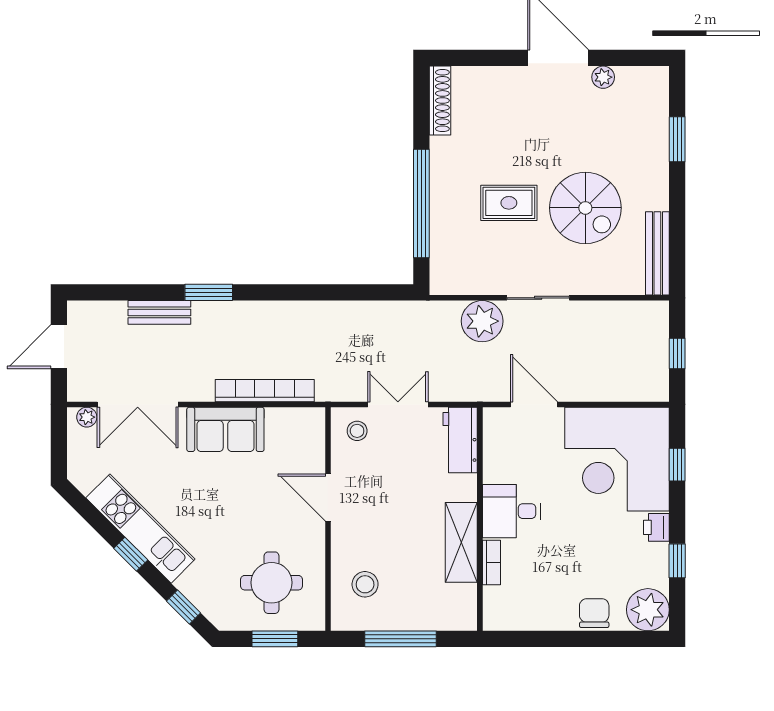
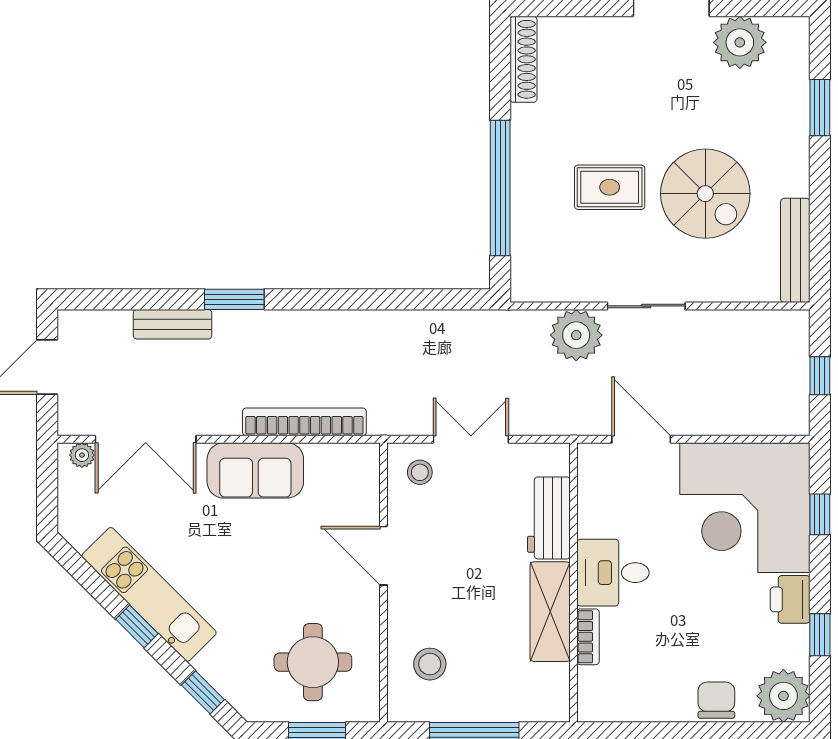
plant: (603, 77) -> (740, 42), width x1.87, depth x1.87
workbench: (460, 440) -> (549, 518), moved
printer: (656, 527) -> (790, 599), width x1.36, depth x1.24

